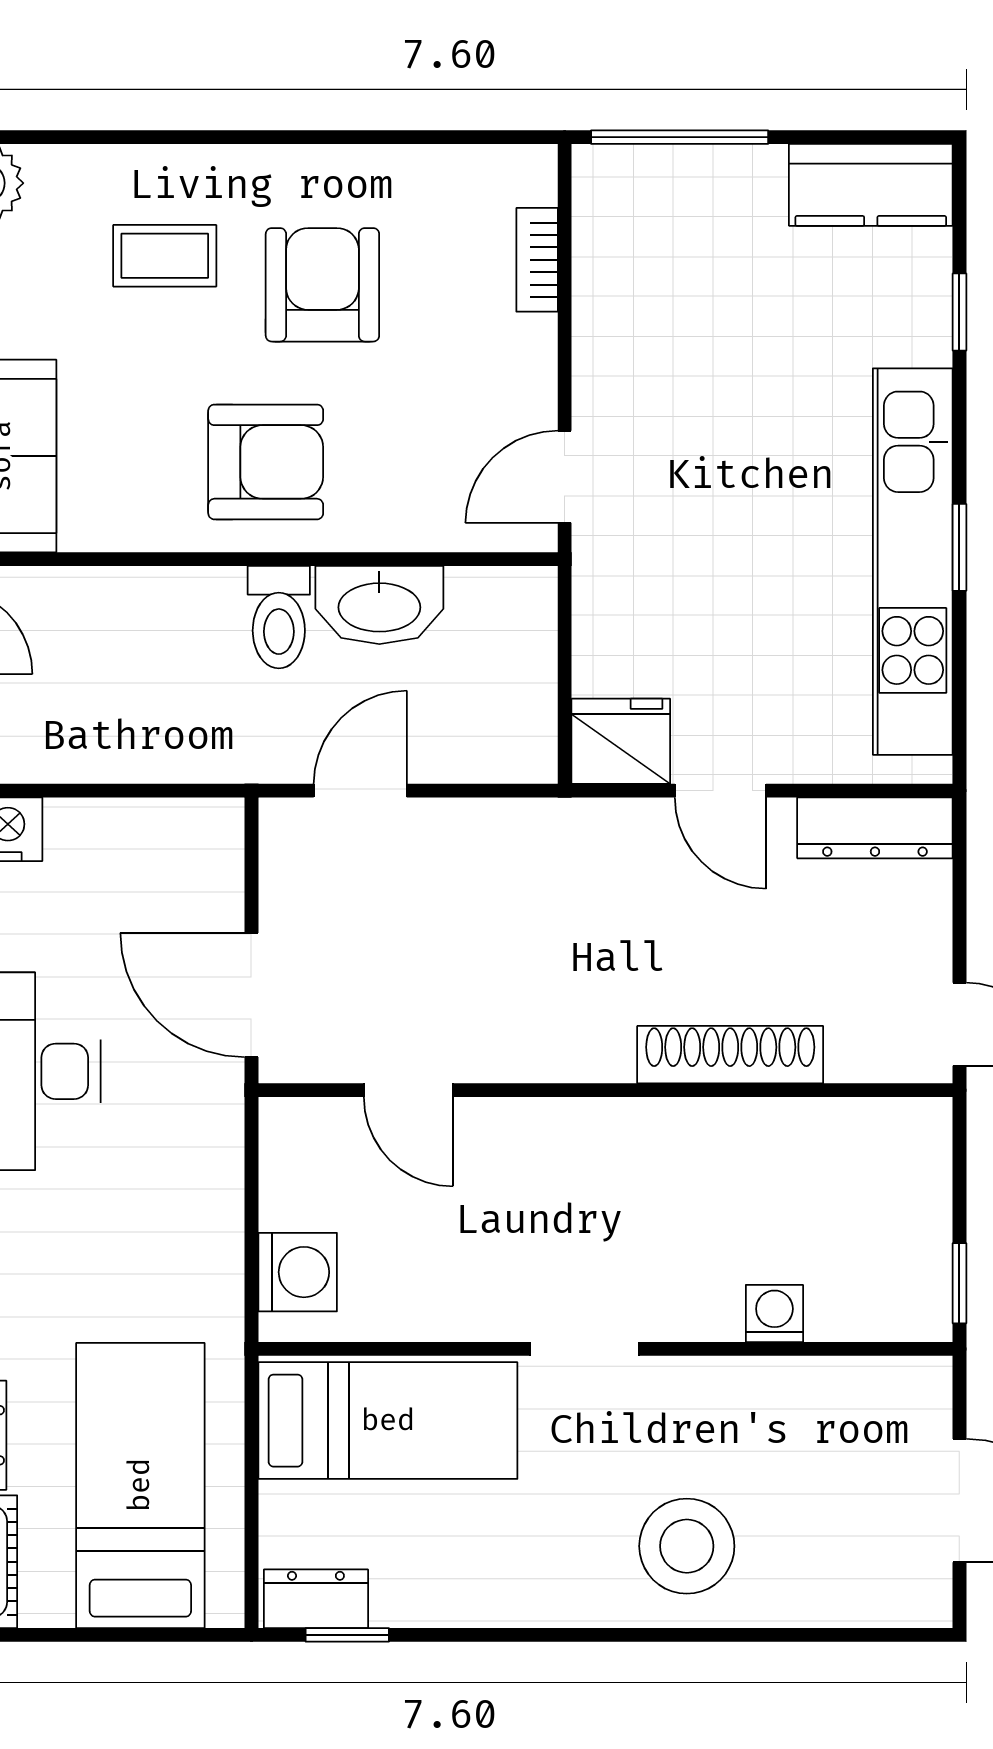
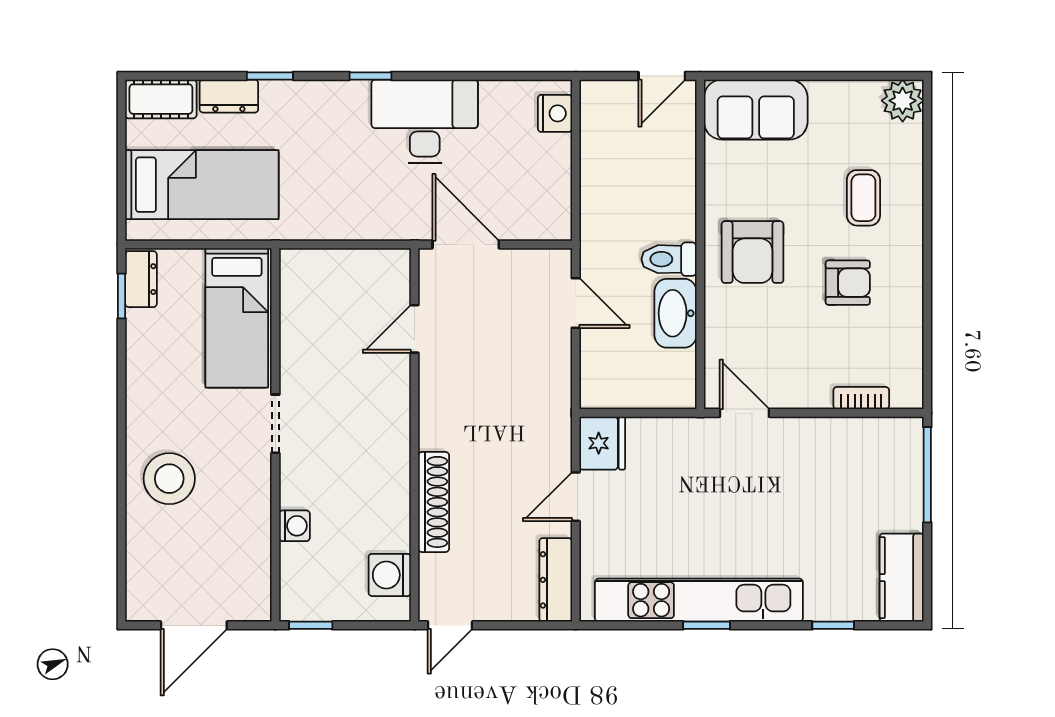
armchair: (322, 285) -> (848, 283), width x0.72, depth x0.72
door: (251, 995) -> (466, 244), hinge flipped
washing machine: (298, 1272) -> (390, 575), moved, turned 90

